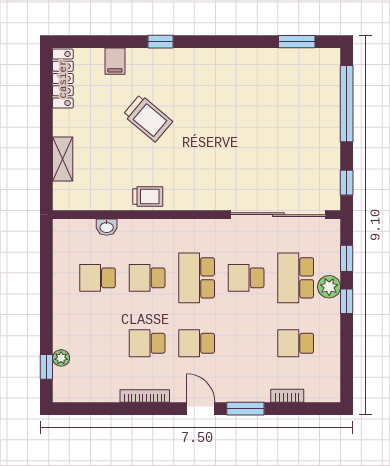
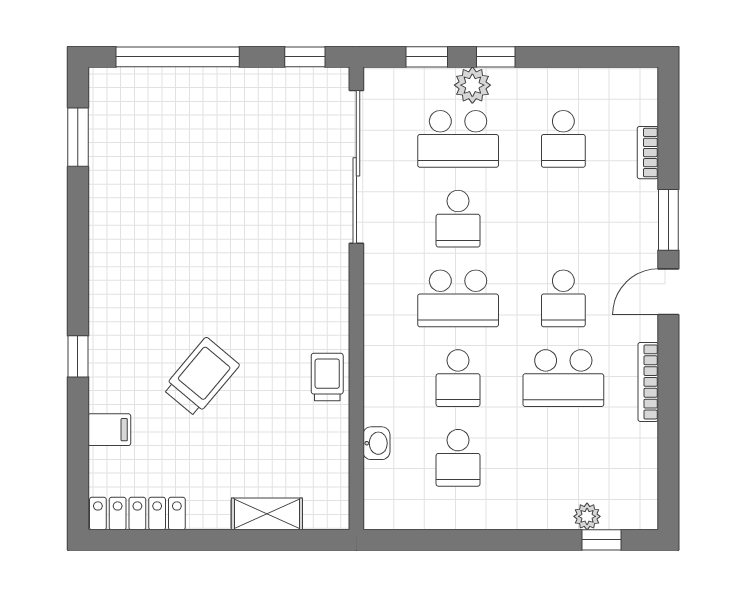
school desk: (147, 343) -> (563, 378), width x1.85

